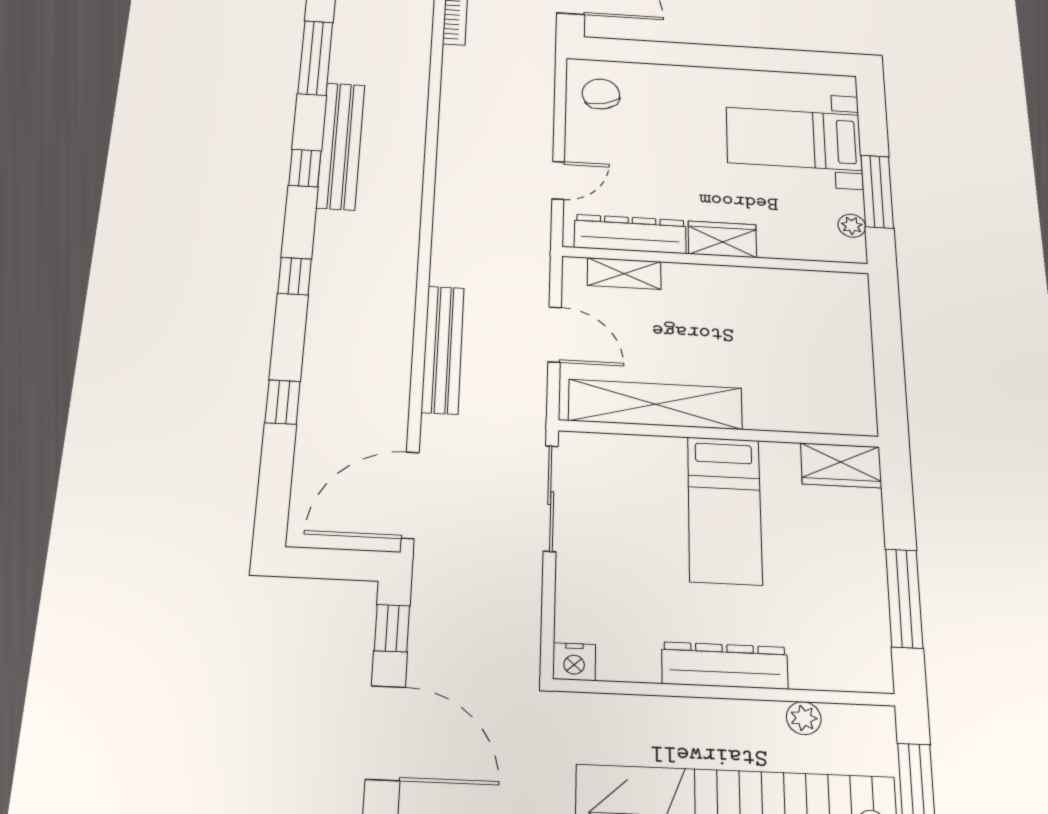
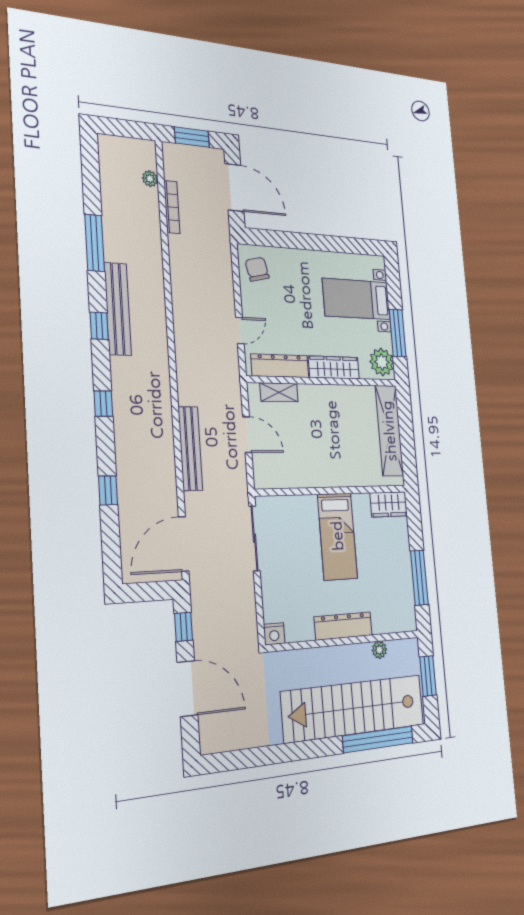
plant: (852, 226) -> (382, 362), width x1.88, depth x1.88
wardrobe: (722, 239) -> (334, 367), width x1.50
shelving: (655, 404) -> (389, 431), moved, turned 90

